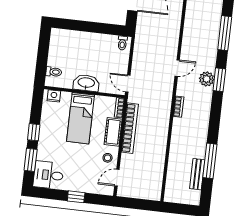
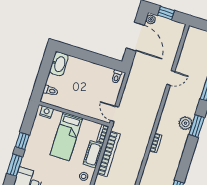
door: (177, 68) -> (171, 78), moved
washbasin: (86, 83) -> (59, 64), moved, turned 90

